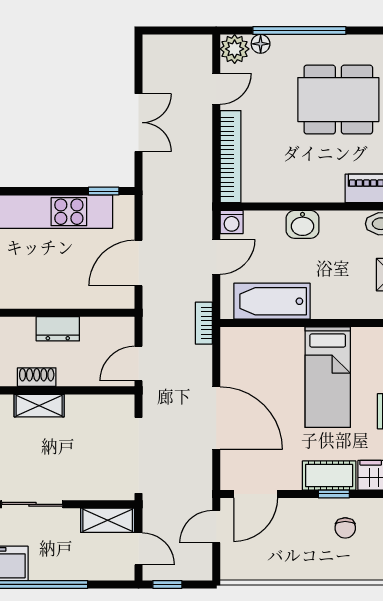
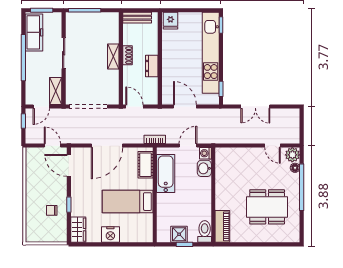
dining table: (338, 100) -> (267, 207), turned 90
bookcase: (230, 157) -> (238, 153), removed
washbasin: (303, 224) -> (204, 168), moved
door: (216, 257) -> (188, 146), swing flipped
cot: (329, 475) -> (145, 165), moved

